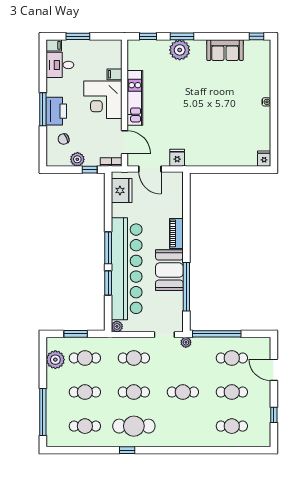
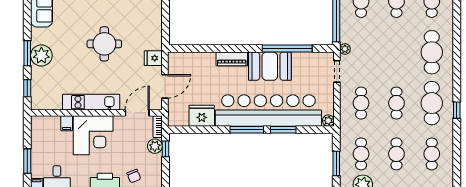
round table: (191, 111) -> (104, 44), added
plant: (77, 159) -> (155, 146), moved
fridge: (122, 190) -> (202, 116), moved
cafe table: (183, 392) -> (432, 52), moved, width x1.37, depth x1.35

